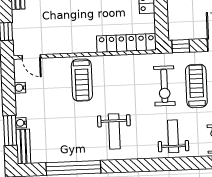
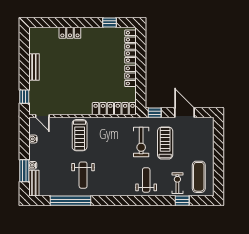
weight bench: (114, 131) -> (83, 175), moved

